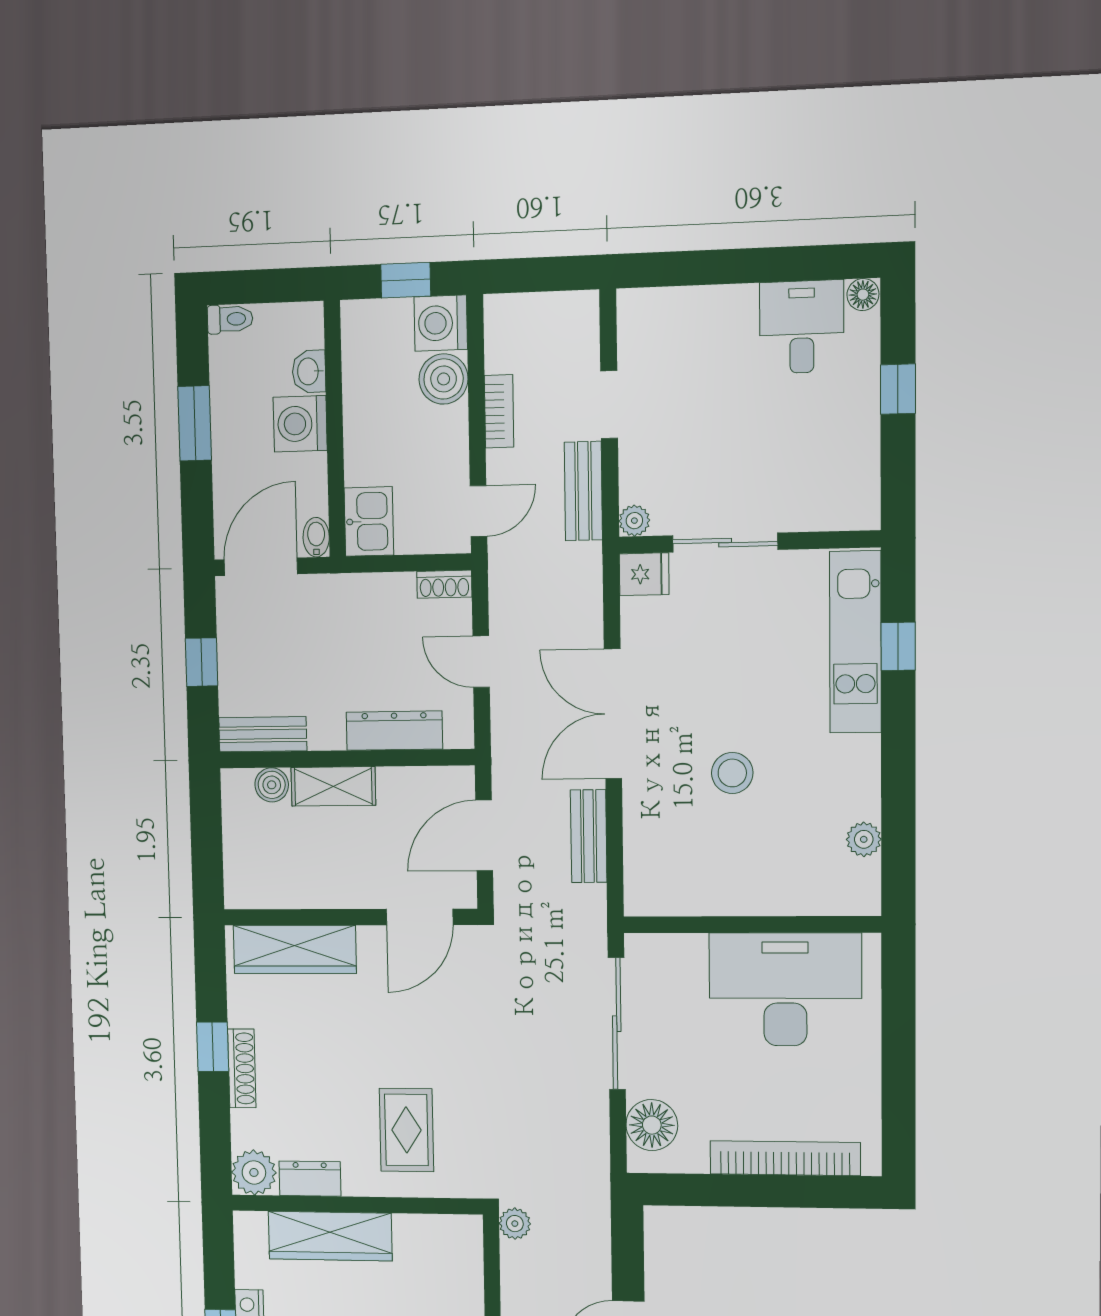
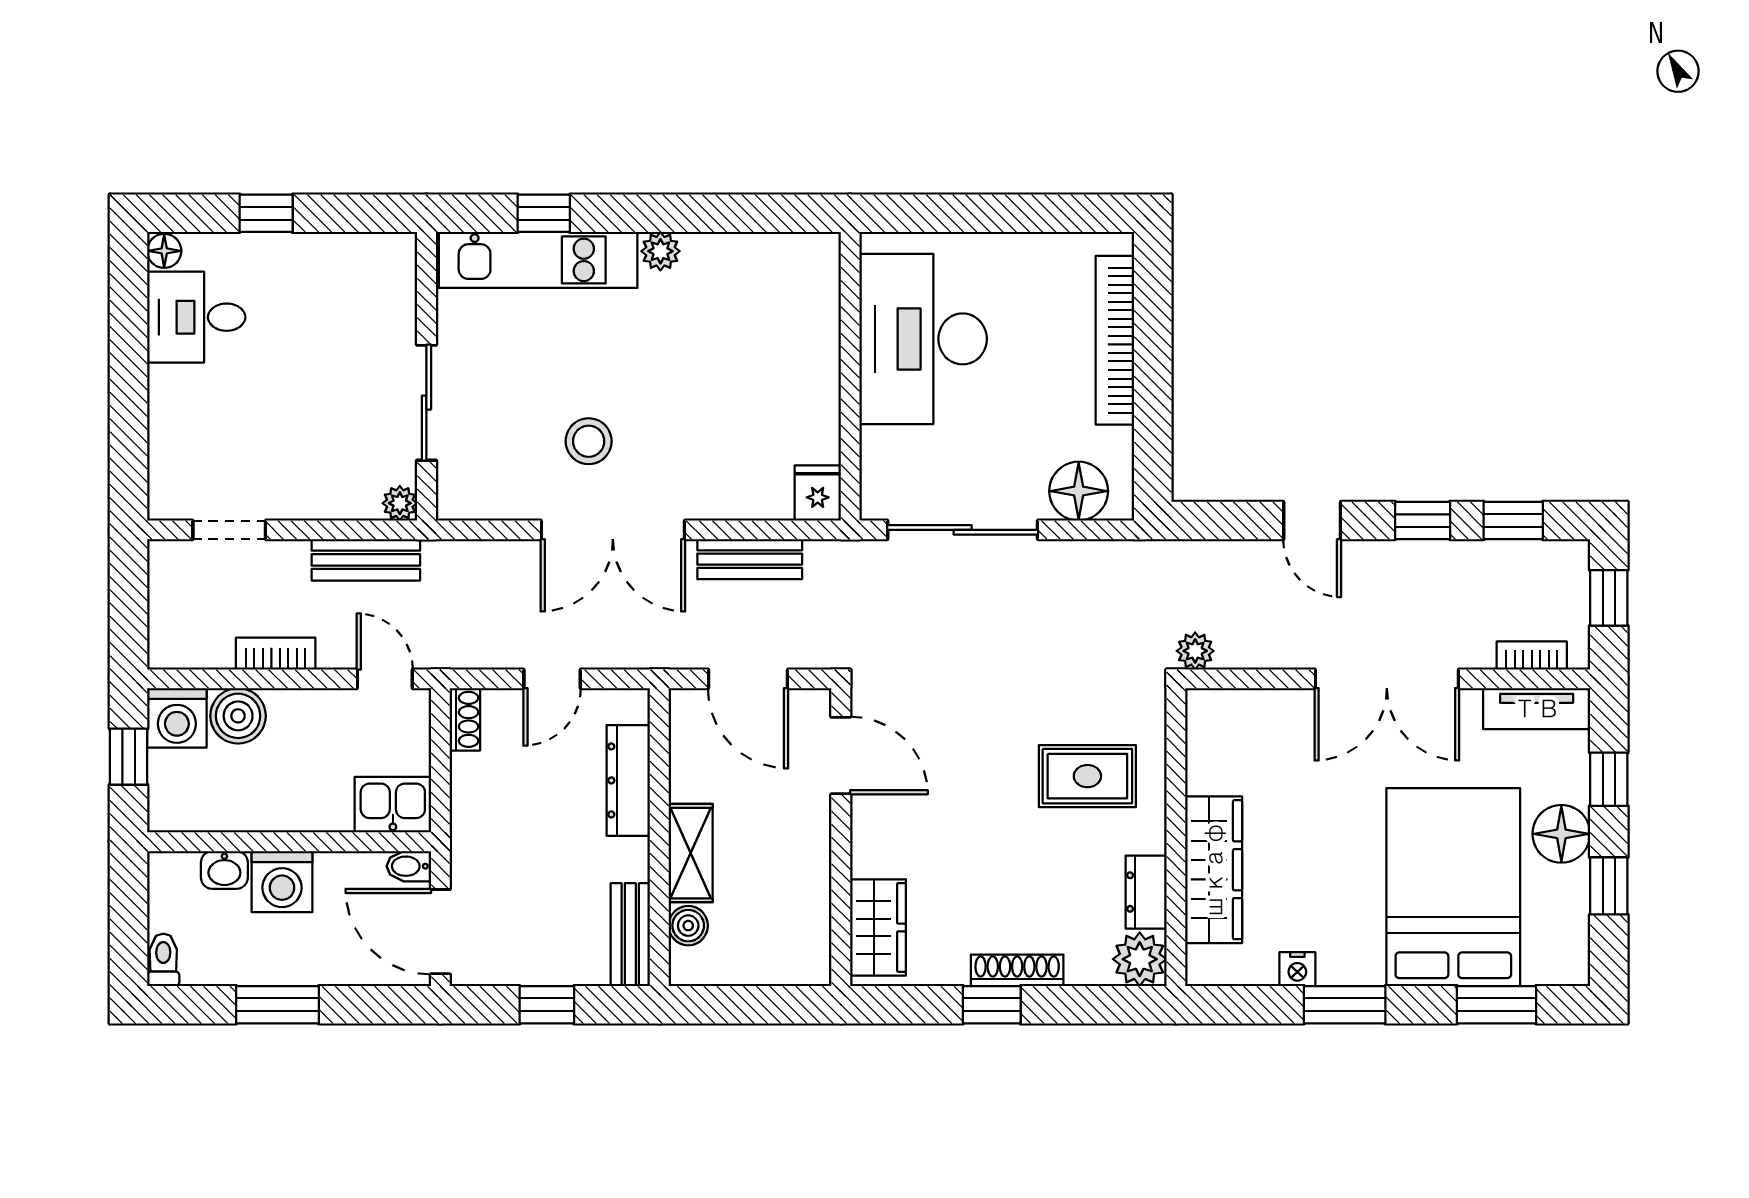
doorway: (609, 405) -> (229, 530), moved
fridge: (644, 574) -> (818, 493), moved
stool: (732, 773) -> (589, 441), moved
plant: (864, 839) -> (660, 251), moved
wardrobe: (295, 949) -> (878, 927), width x0.67

